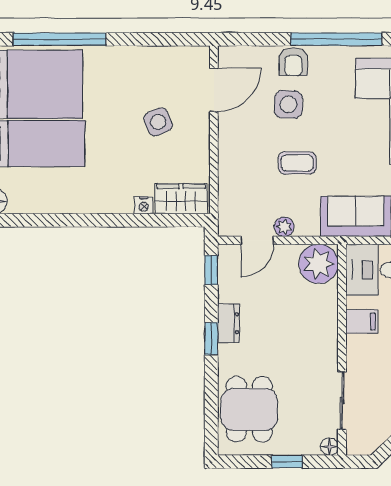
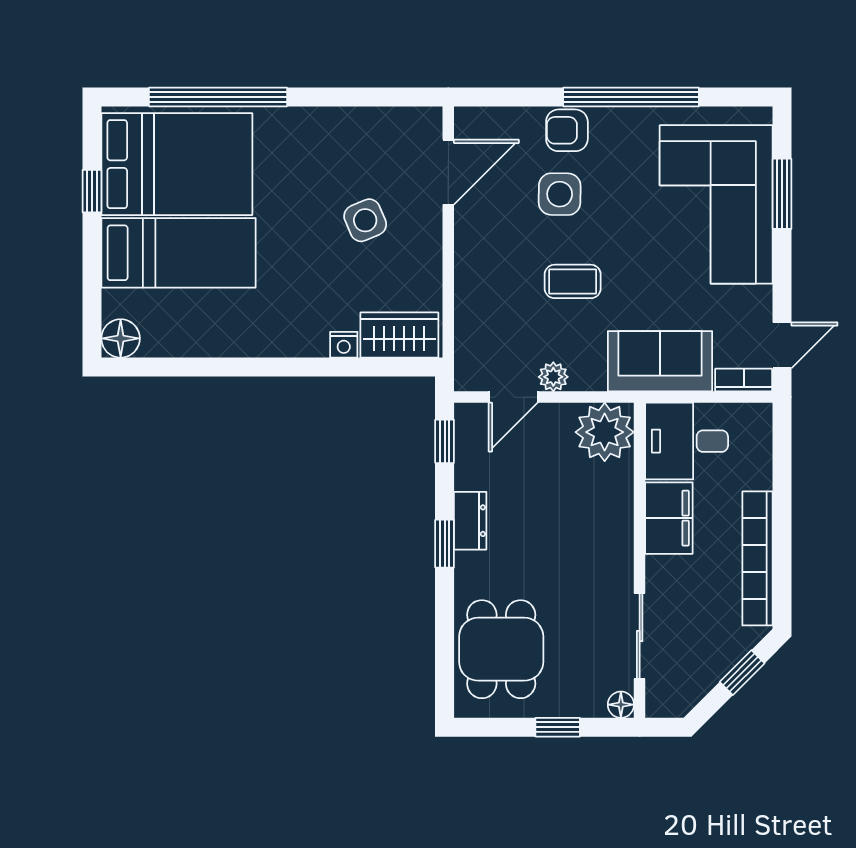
armchair: (293, 62) -> (567, 130), turned 90
filing cabinet: (362, 322) -> (669, 518), width x2.00

